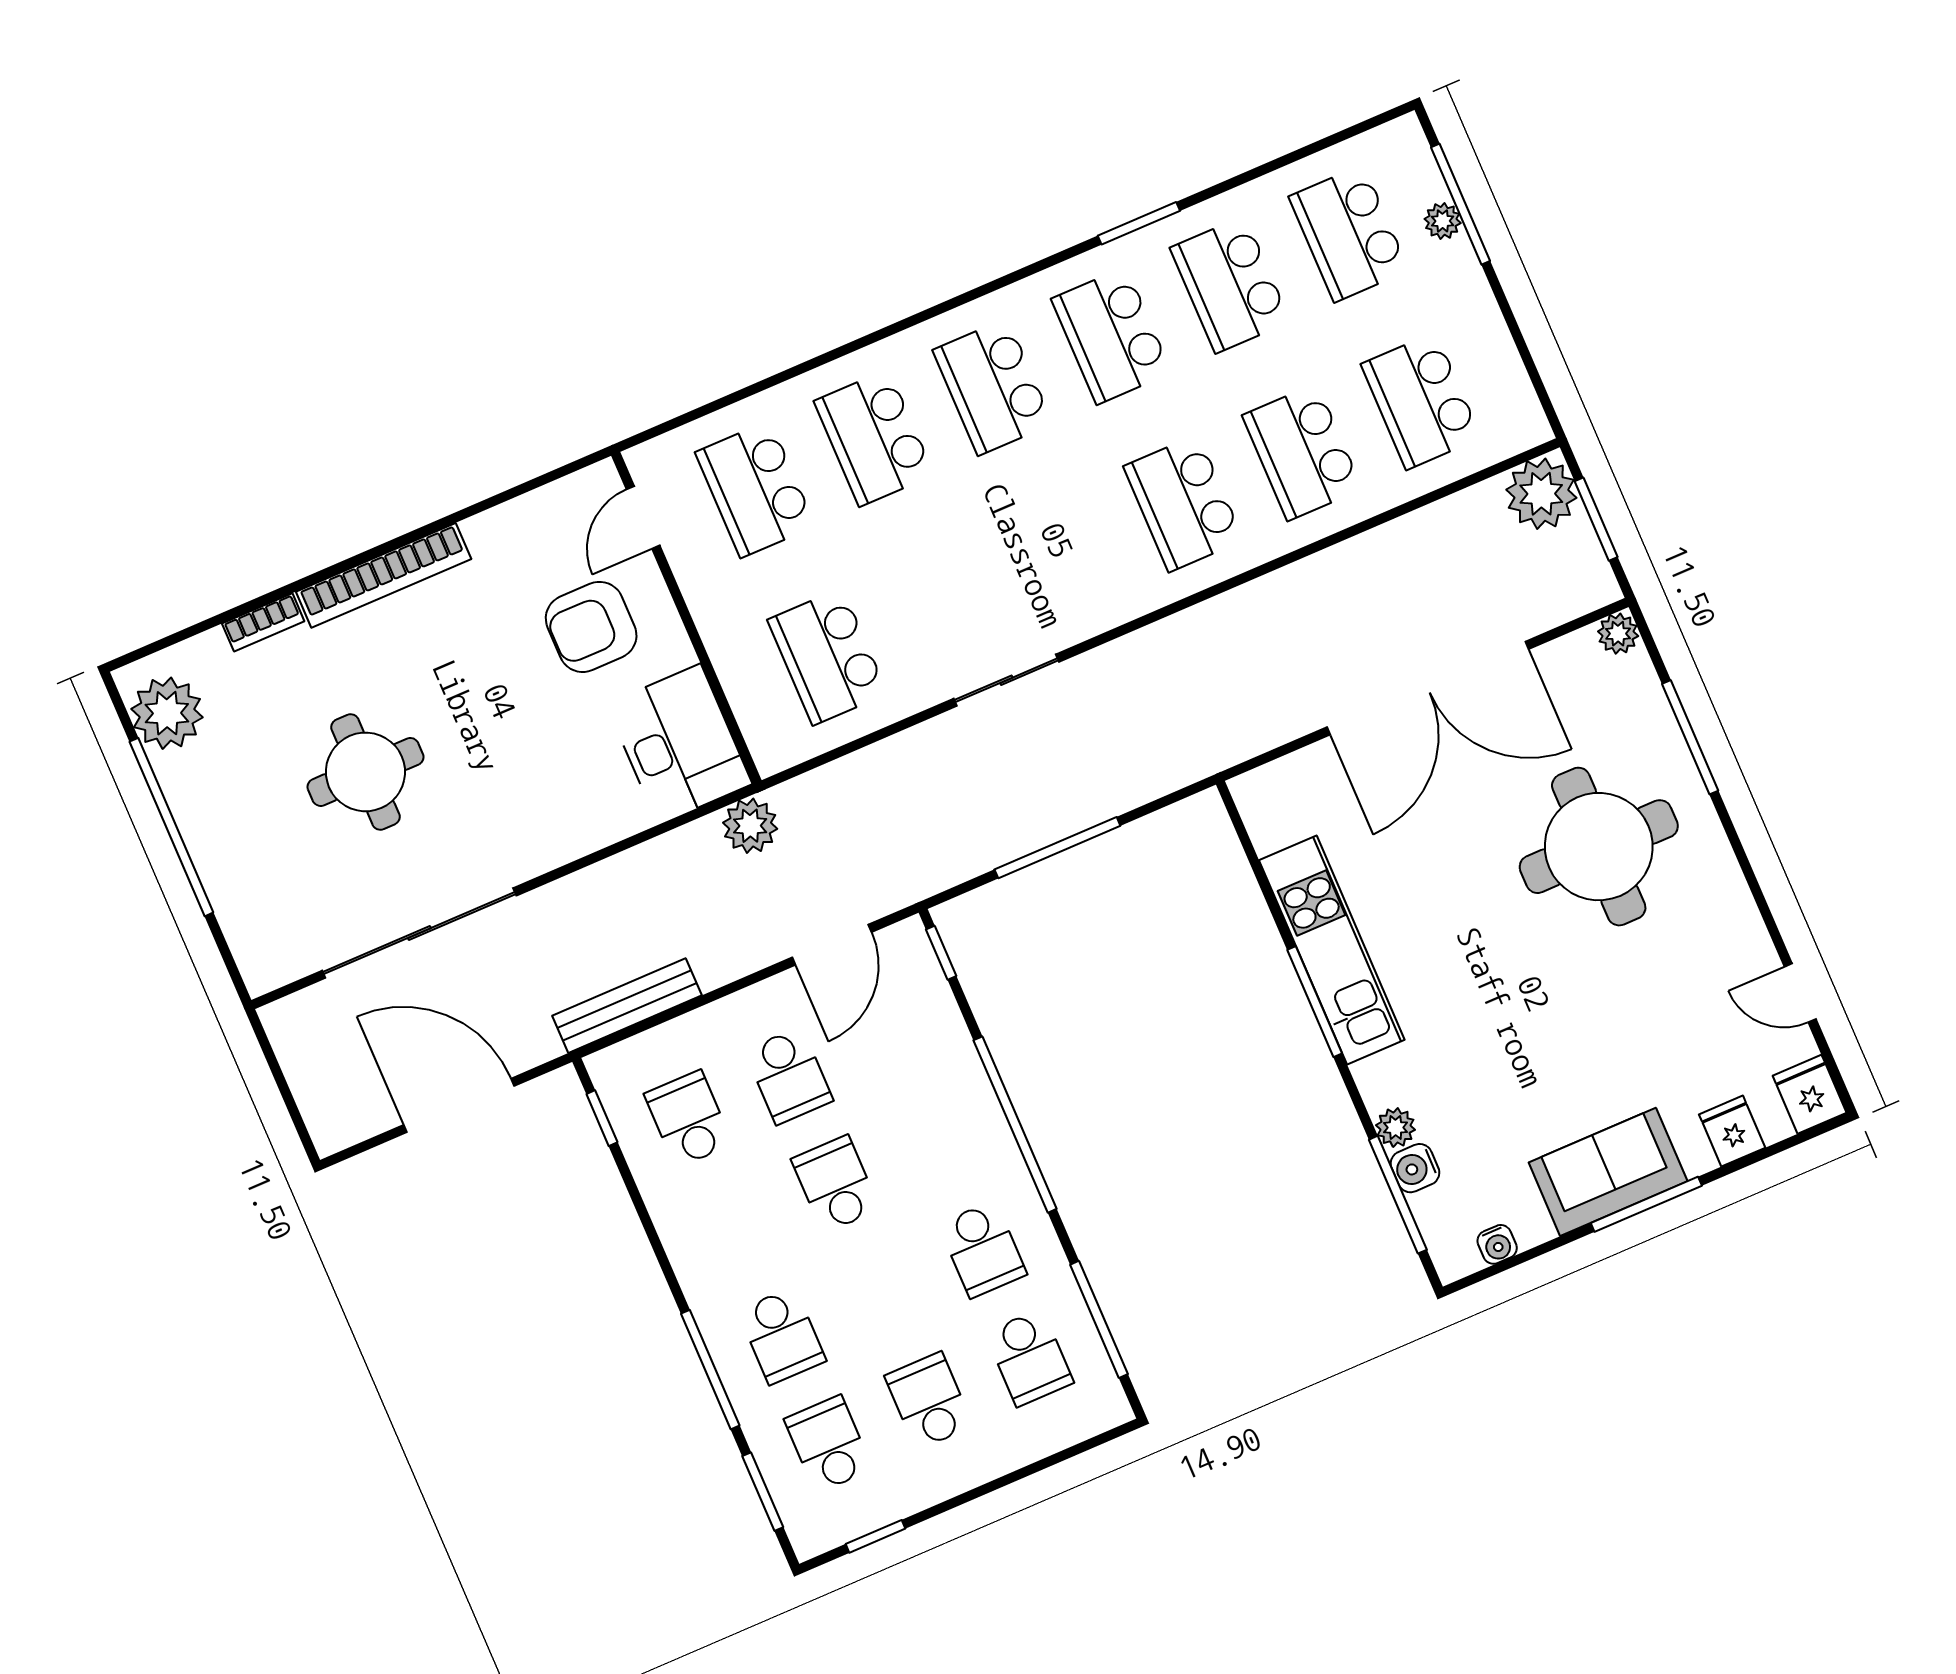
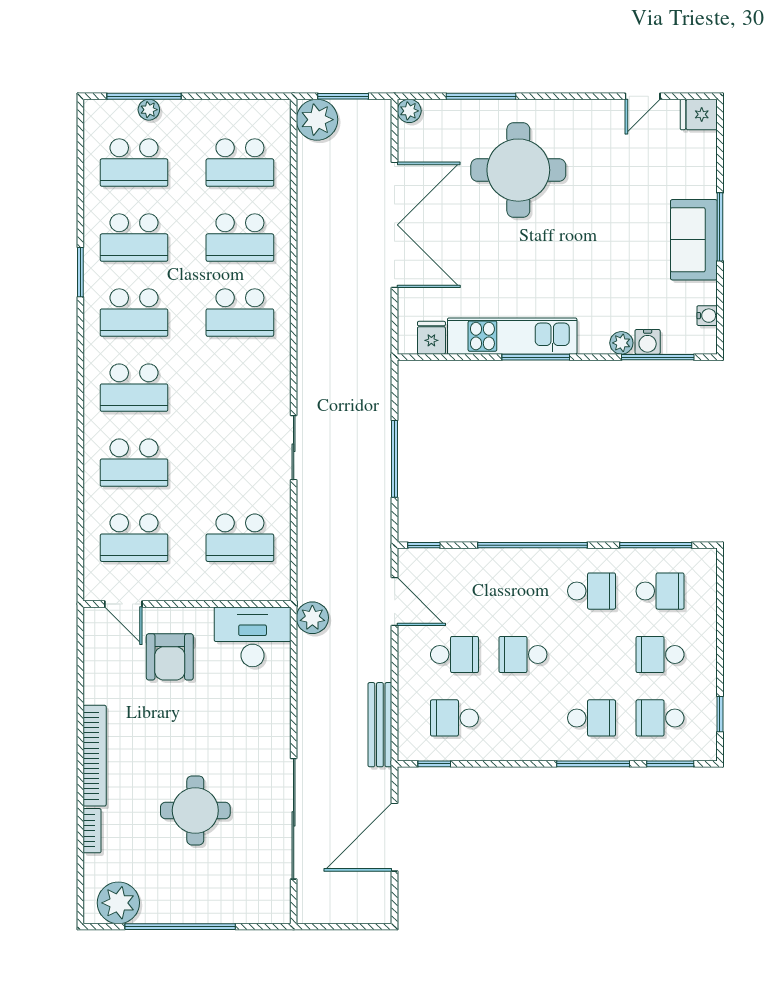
fridge: (1732, 1131) -> (431, 338), moved, turned 90

